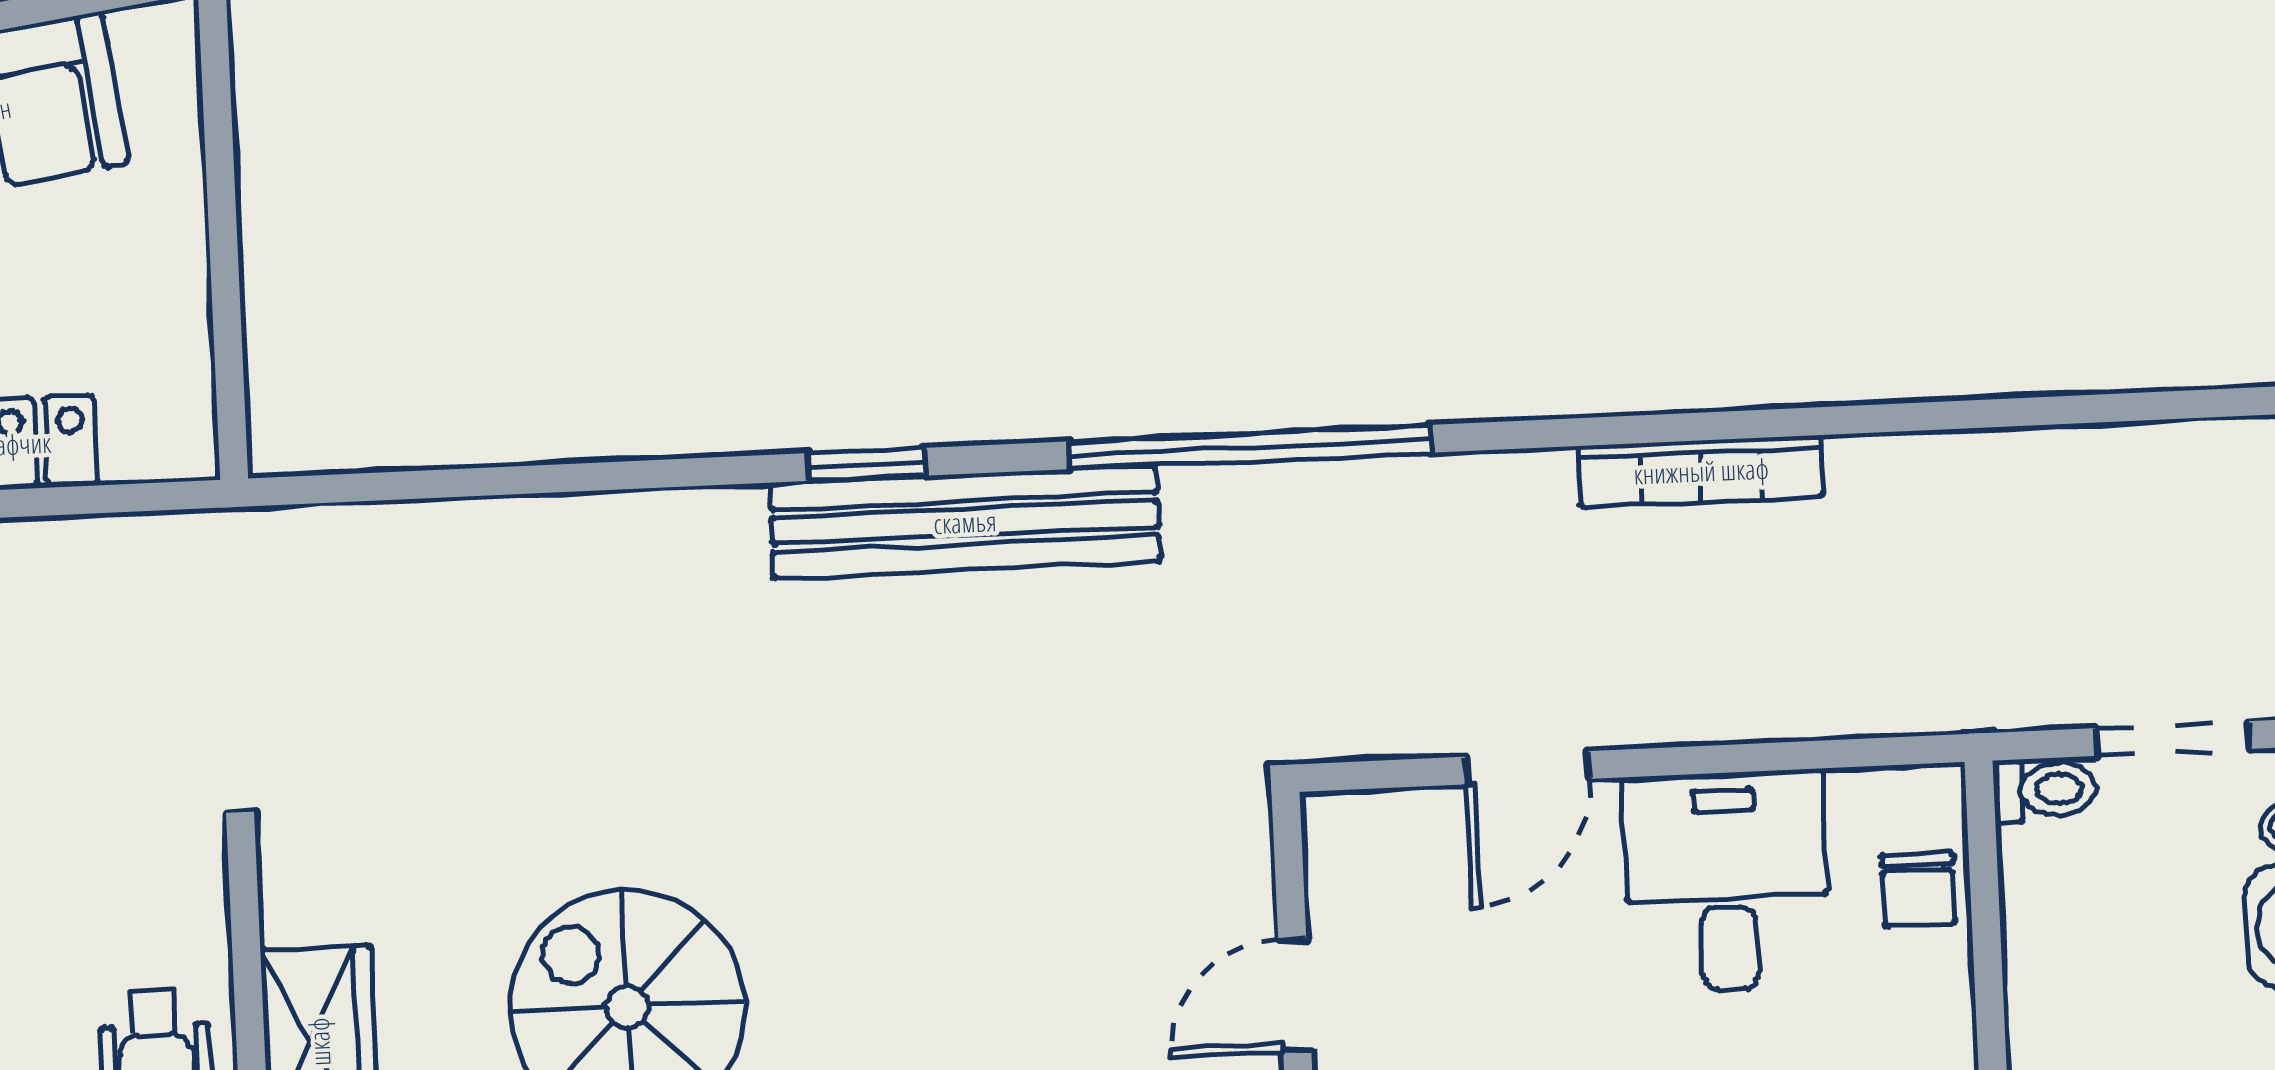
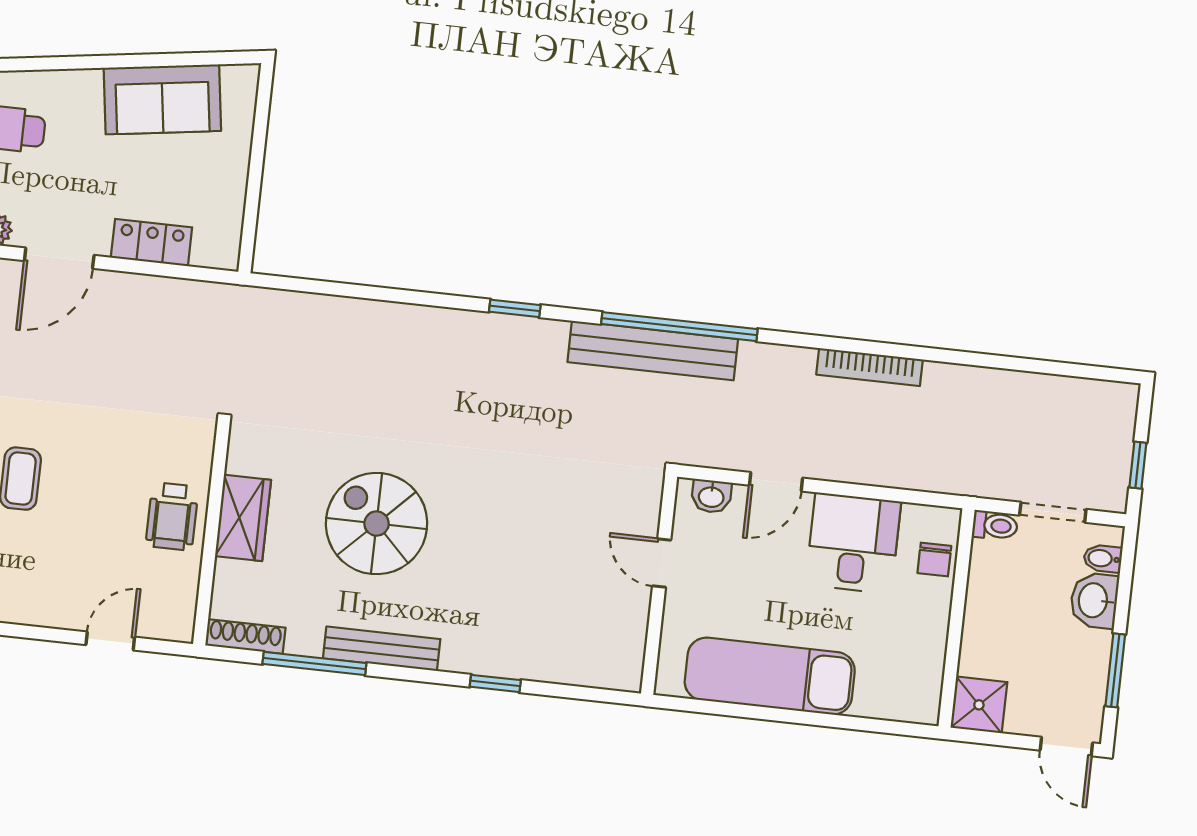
bench: (965, 522) -> (653, 351), moved
washbasin: (1385, 824) -> (711, 496), added
door: (1295, 995) -> (662, 563), hinge flipped

